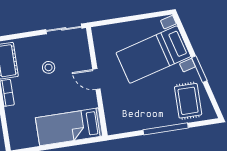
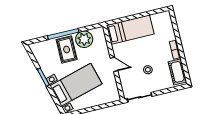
rug: (188, 101) -> (67, 49), moved
plant: (136, 119) -> (84, 39), added

